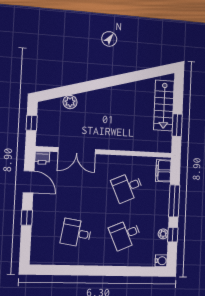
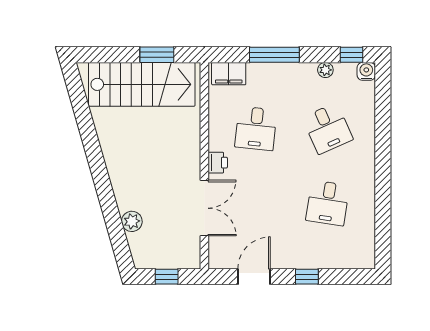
stairs: (164, 105) -> (142, 84), width x1.36, depth x1.51
printer: (42, 158) -> (218, 163), moved
desk: (127, 187) -> (256, 128), turned 30
window: (173, 235) -> (352, 55), moved

